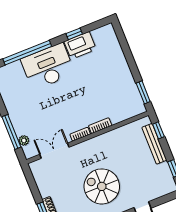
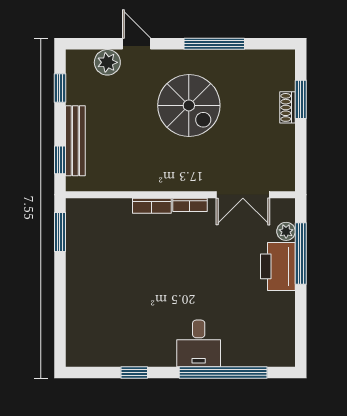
printer: (80, 45) -> (278, 266), moved, turned -90
desk: (48, 66) -> (199, 343), width x0.53, depth x0.77
plant: (154, 192) -> (107, 62), added

